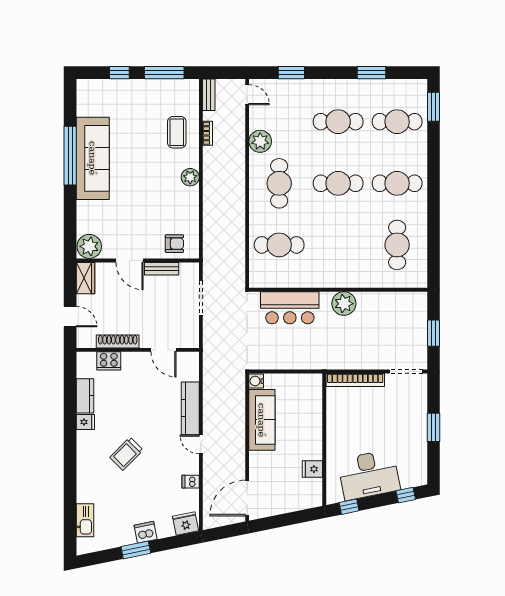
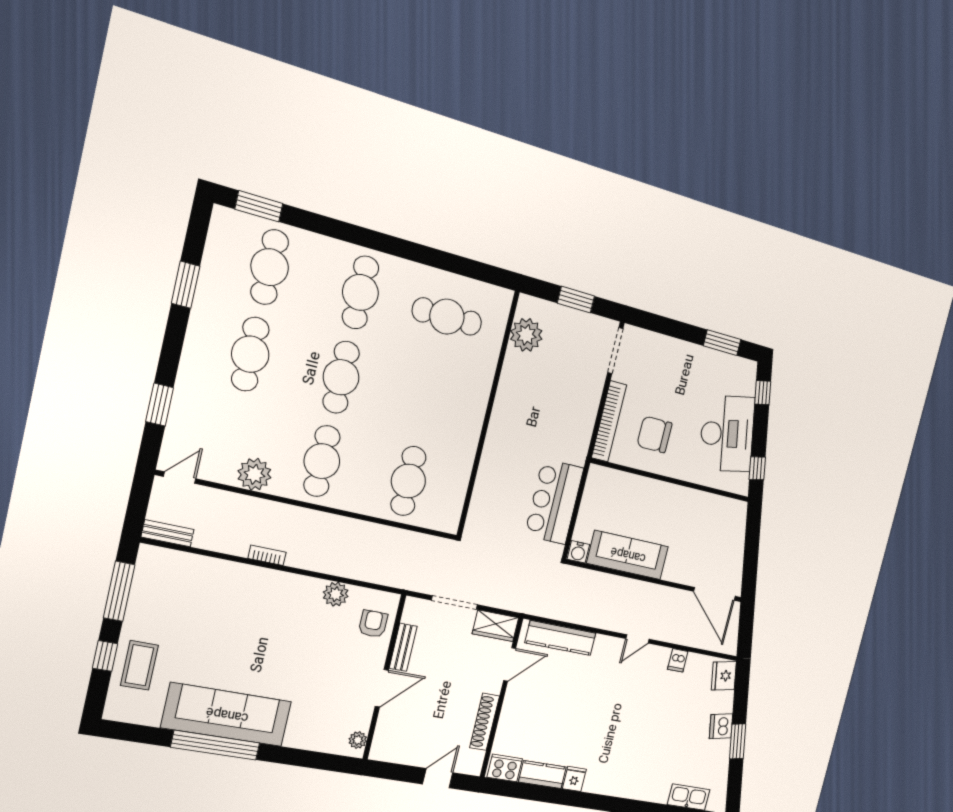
coffee table: (177, 132) -> (139, 665), moved, turned 90
bookcase: (208, 133) -> (267, 555), moved
plant: (190, 177) -> (336, 594), moved
cafe table: (279, 183) -> (322, 461), turned 90
plant: (89, 246) -> (358, 740), width x0.53, depth x0.53
wardrobe: (85, 278) -> (495, 626), moved, turned 180
plant: (344, 304) -> (526, 335), moved
bar counter: (290, 308) -> (554, 502), moved, turned 180
cooker: (109, 361) -> (505, 768), moved, turned -90
kitchen counter: (190, 408) -> (560, 638), moved
chair: (354, 417) -> (654, 434), added
window: (433, 427) -> (722, 343), moved
trolley: (126, 454) -> (625, 734), removed
fridge: (312, 469) -> (702, 504), removed

